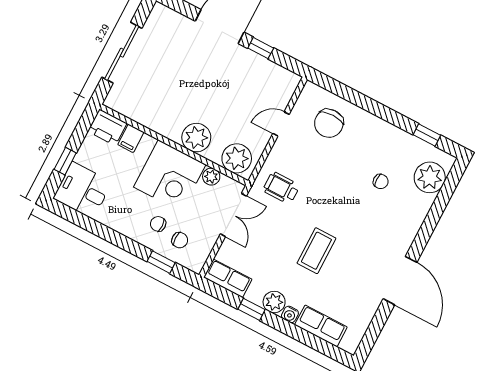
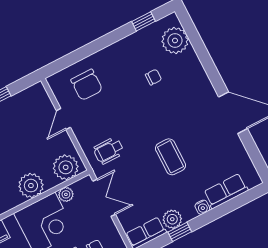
plant: (274, 302) -> (172, 219), moved

